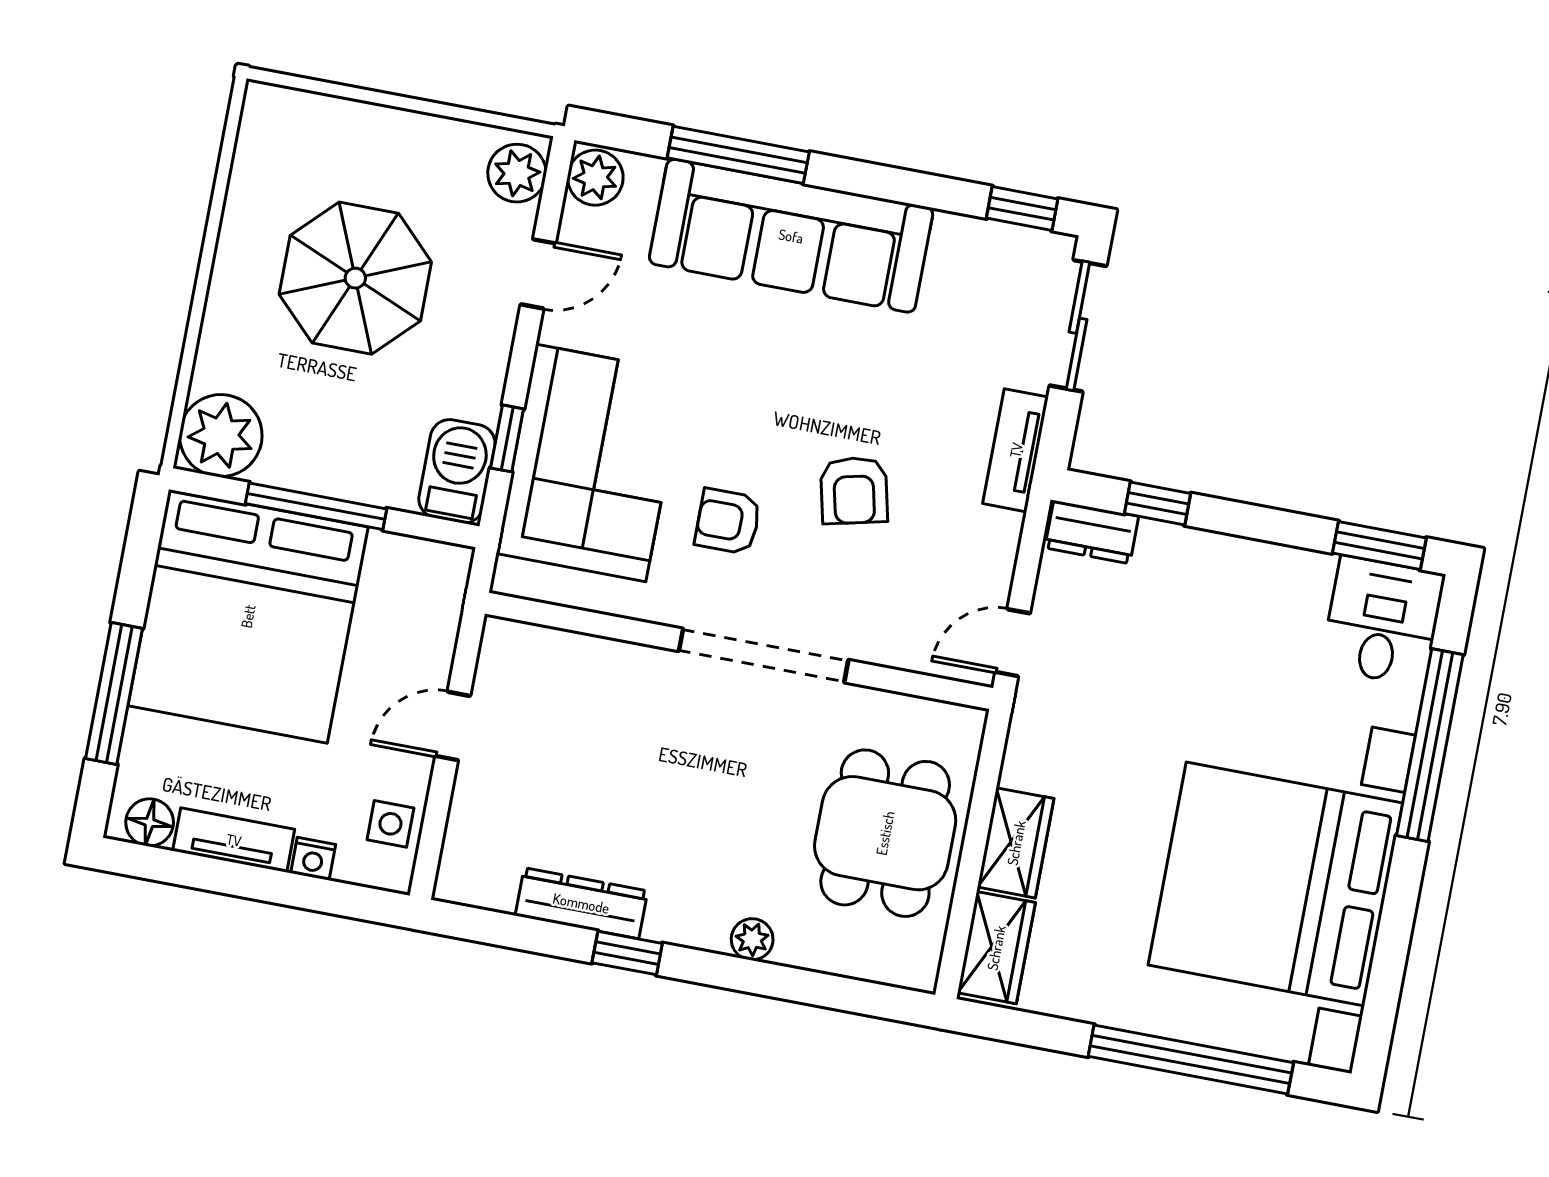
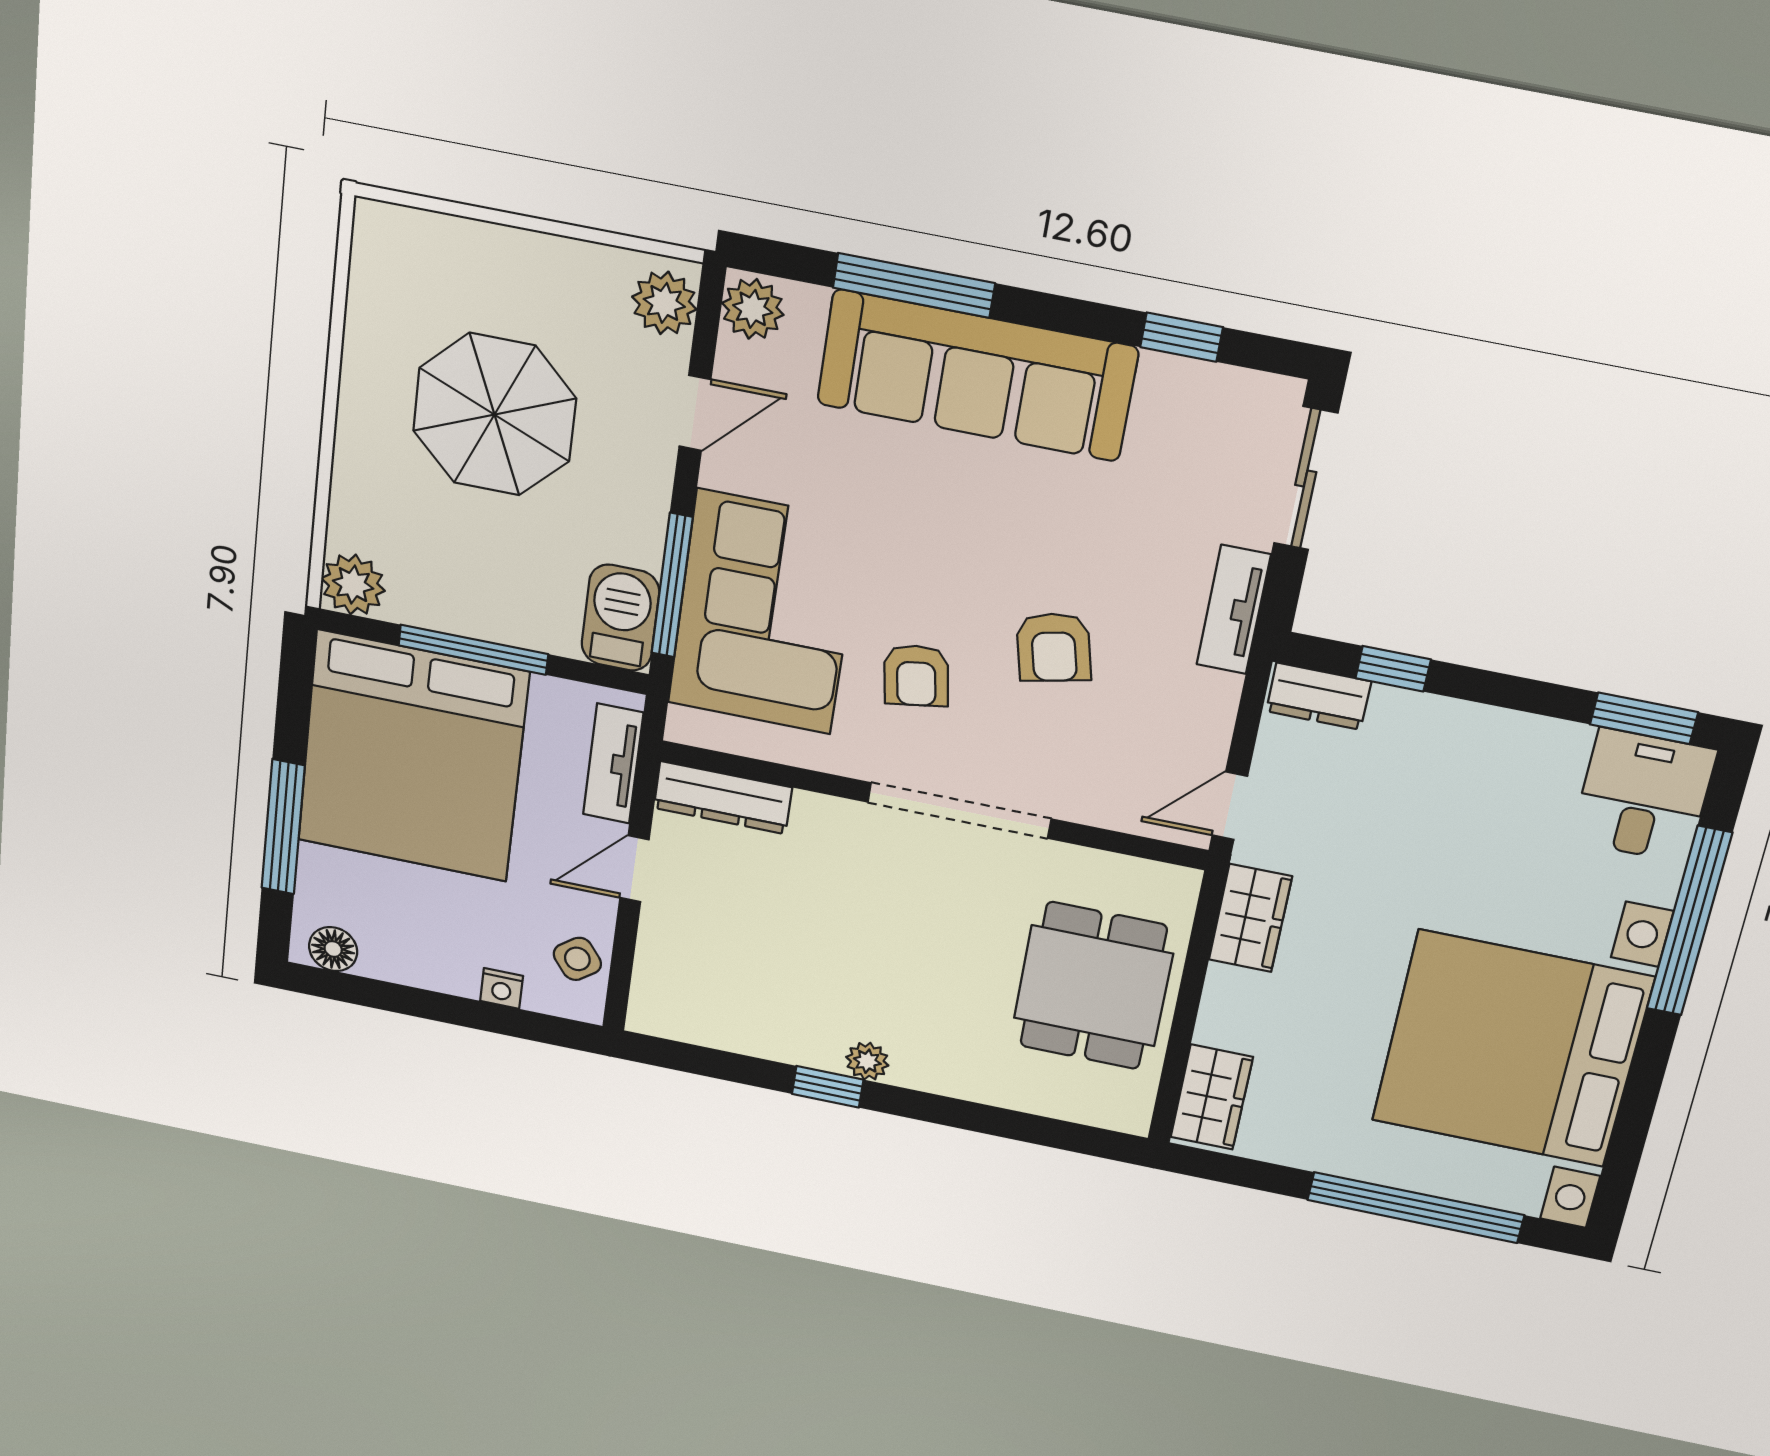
window: (1022, 209) -> (1182, 337), moved
plant: (221, 436) -> (353, 585), width x0.73, depth x0.73
window: (507, 438) -> (672, 585), width x2.17
armchair: (728, 521) -> (916, 676), turned -99
side table: (390, 824) -> (577, 959), turned -37
tv unit: (234, 840) -> (613, 764), moved, turned -90
wardrobe: (1016, 843) -> (1250, 918), moved
dresser: (581, 903) -> (723, 798), moved, turned 180
plant: (752, 939) -> (867, 1061), moved

